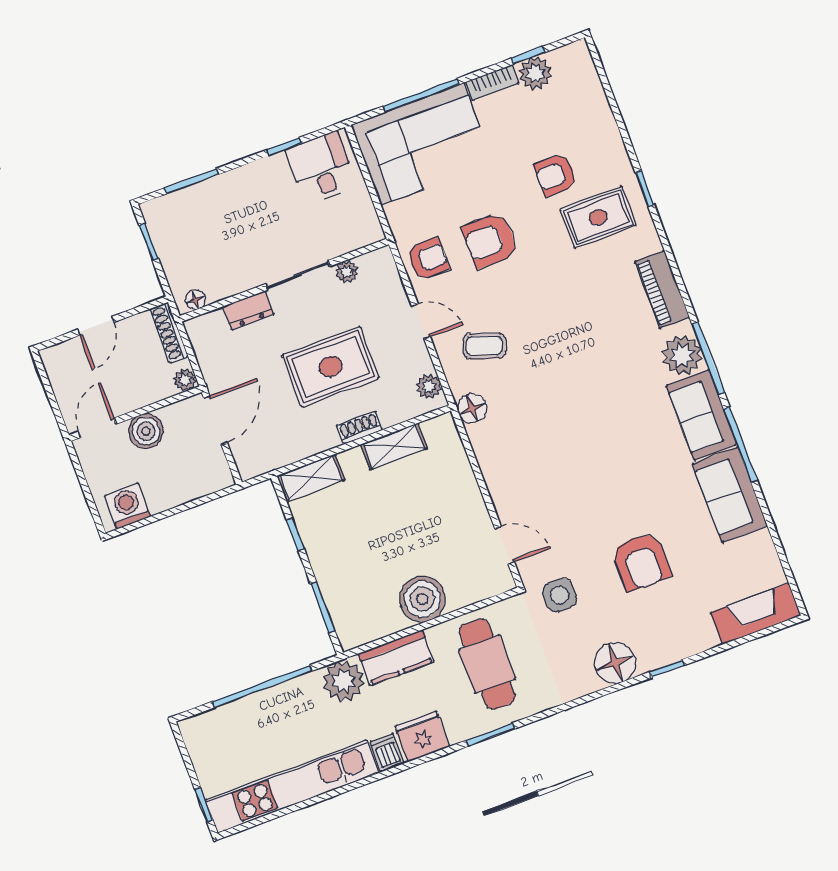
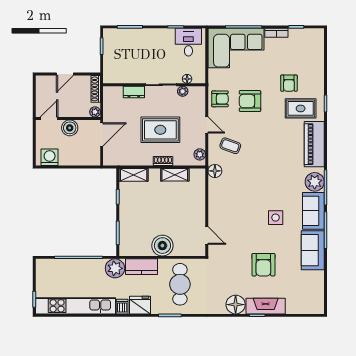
plant: (535, 73) -> (297, 36), removed
armchair: (556, 175) -> (289, 83), turned -90
piano: (662, 290) -> (314, 144), width x1.37, depth x1.33
floor lamp: (195, 300) -> (187, 79), moved
side table: (560, 595) -> (276, 218), moved
fireplace: (756, 614) -> (266, 306), moved

